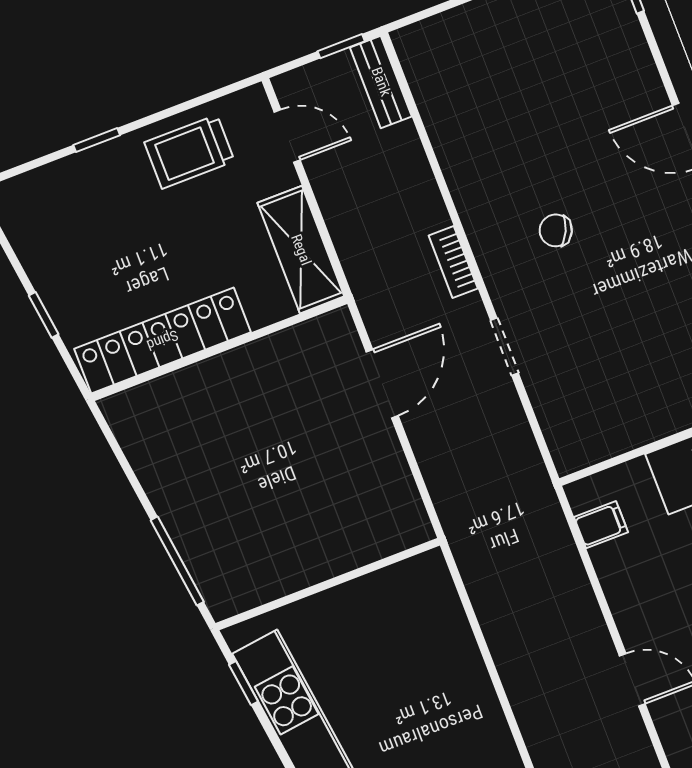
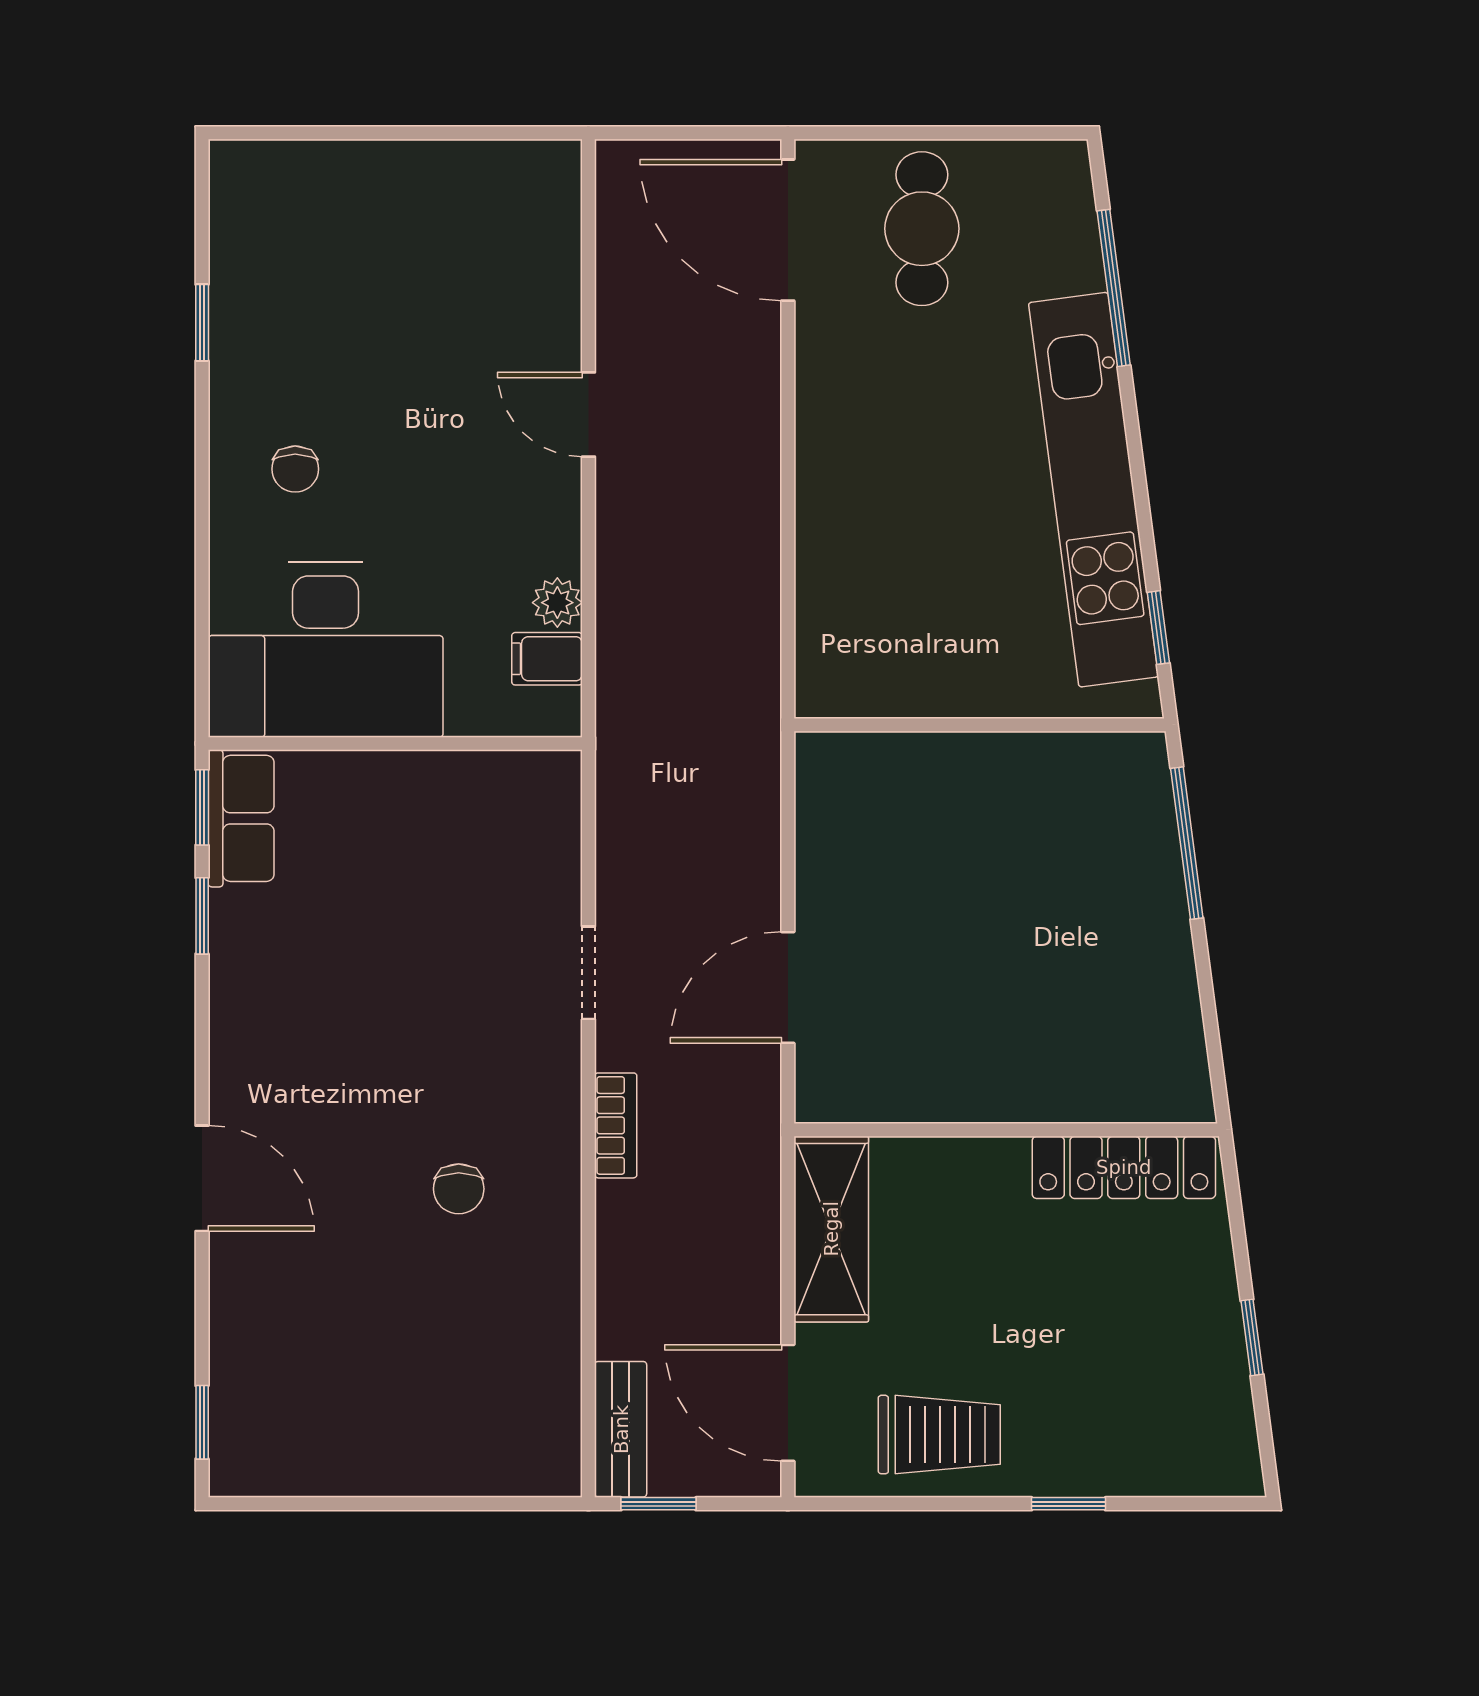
door: (287, 136) -> (788, 1403), width x1.38
chair: (556, 230) -> (459, 1189), moved, turned 65
window: (44, 315) -> (1252, 1337), moved
locker: (162, 340) -> (1124, 1167), width x0.71, depth x0.83
plant: (608, 560) -> (557, 603), added

